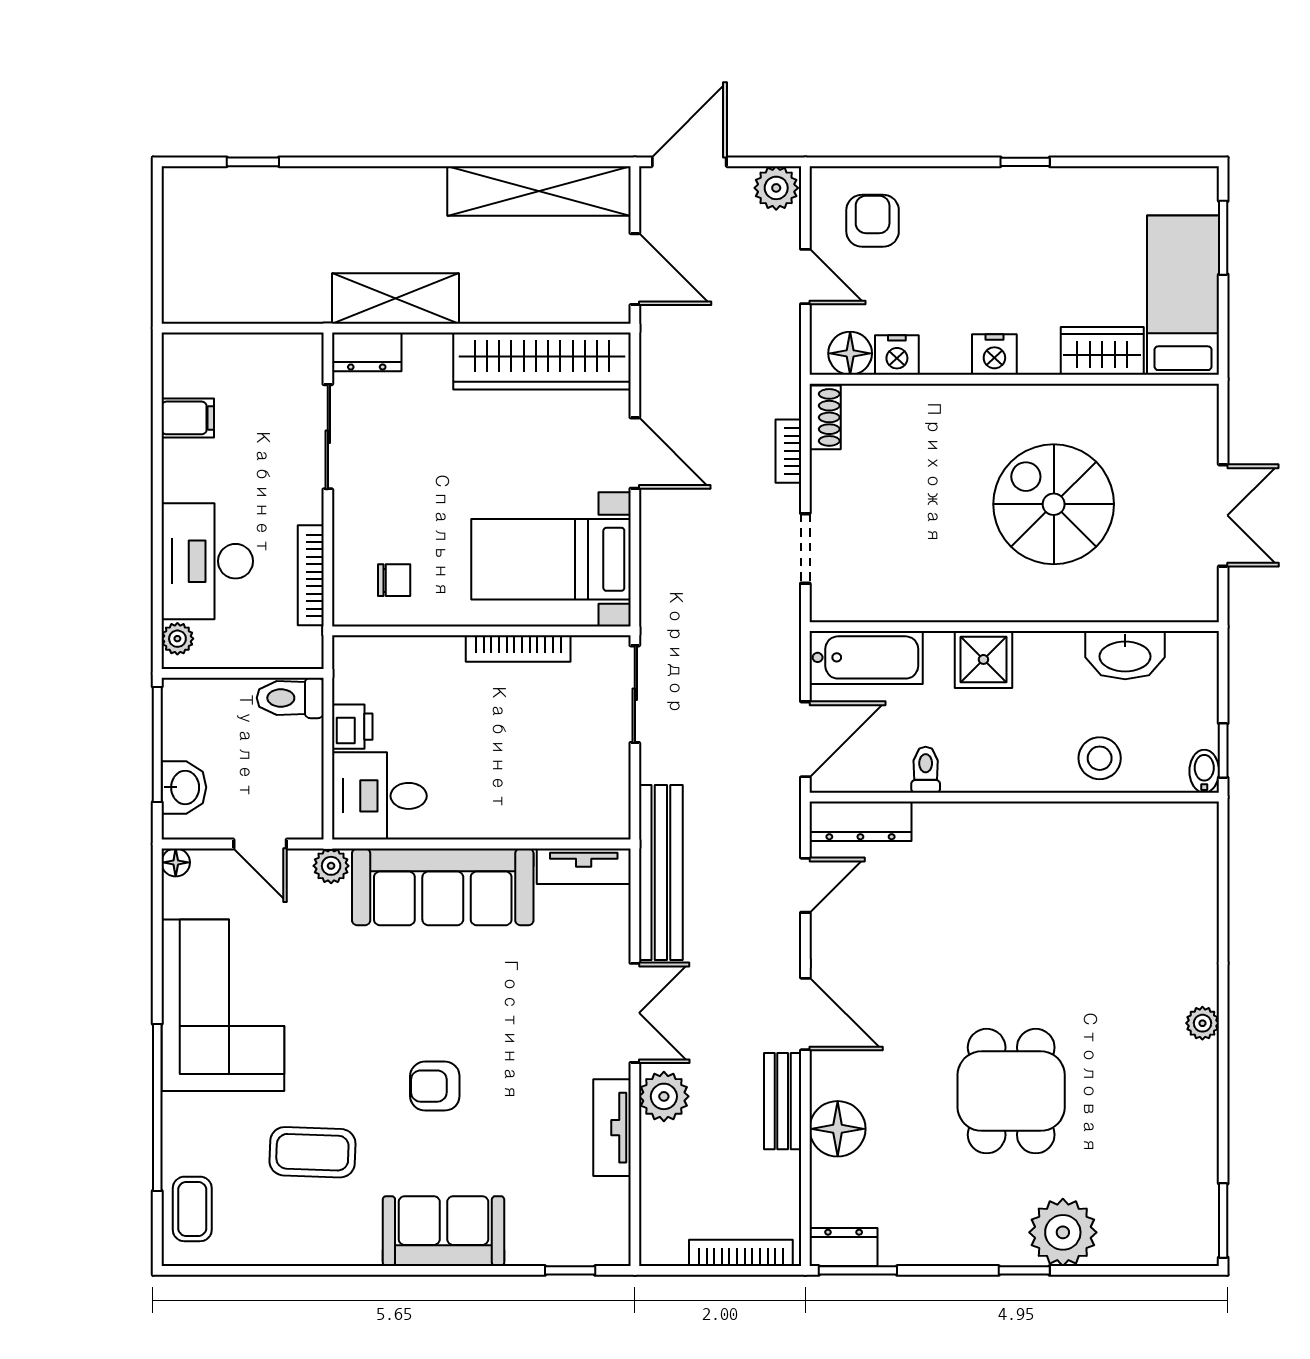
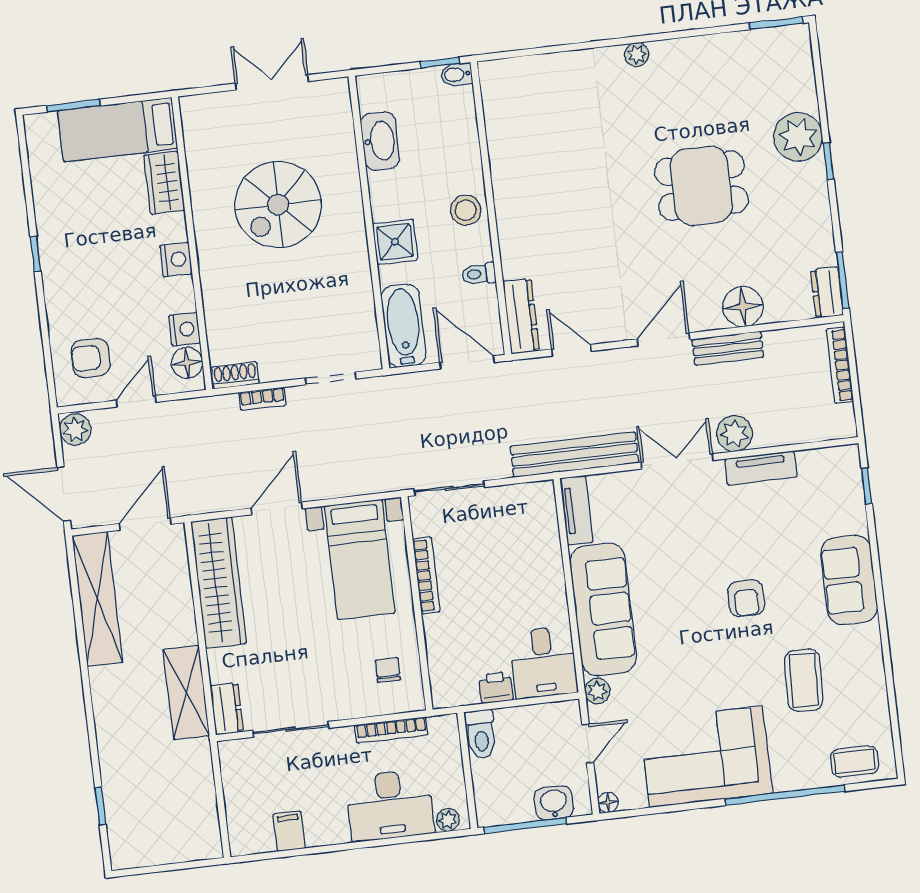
stool: (1100, 758) -> (466, 210), moved

